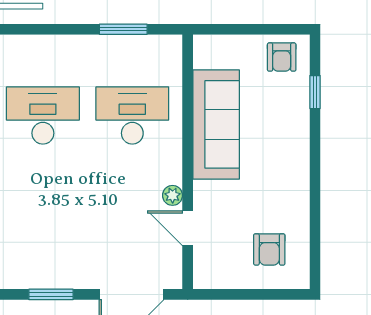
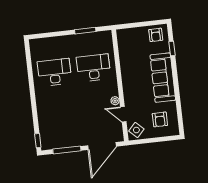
sofa: (216, 124) -> (163, 78), moved, turned 180
side table: (213, 267) -> (136, 130), added
window: (51, 294) -> (67, 150), width x1.44

